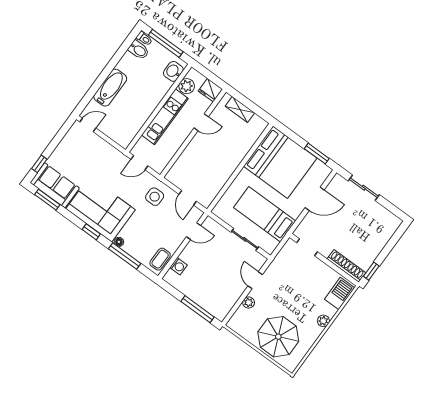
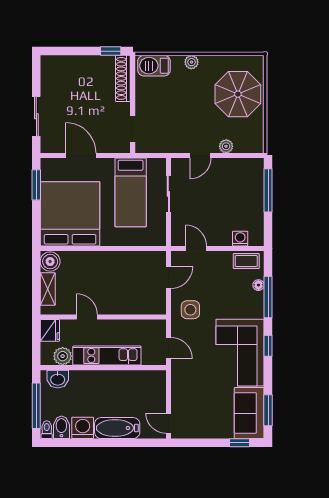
washing machine: (128, 64) -> (83, 428), added
boiler: (257, 125) -> (50, 262), added
floor lamp: (119, 242) -> (258, 285), moved

